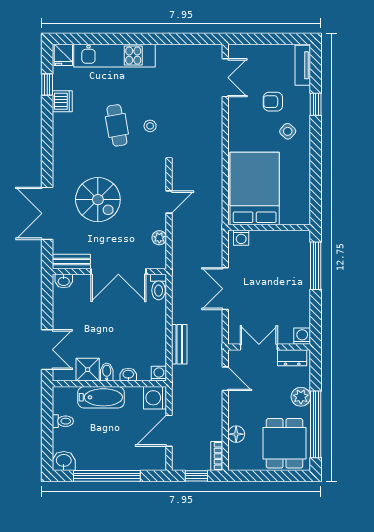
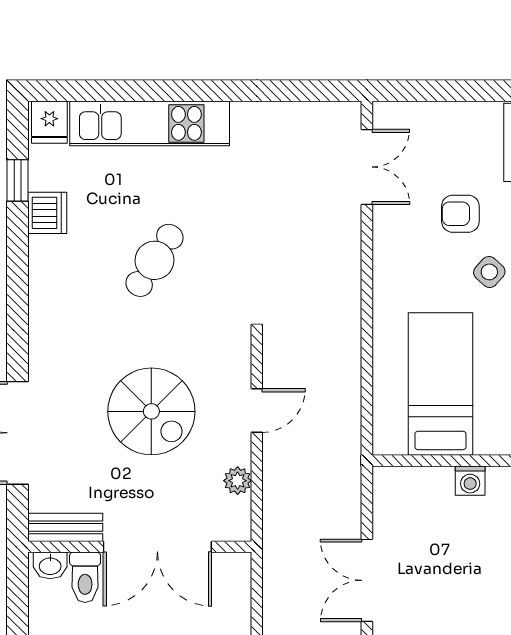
cafe table: (117, 125) -> (154, 260), turned 43
stool: (150, 126) -> (219, 261), removed
bed: (255, 188) -> (440, 384), width x0.67
spiral stairs: (98, 200) -> (151, 411), moved
washing machine: (241, 238) -> (470, 481), moved
toilet: (159, 287) -> (85, 577), moved

